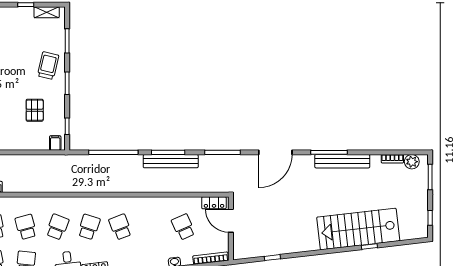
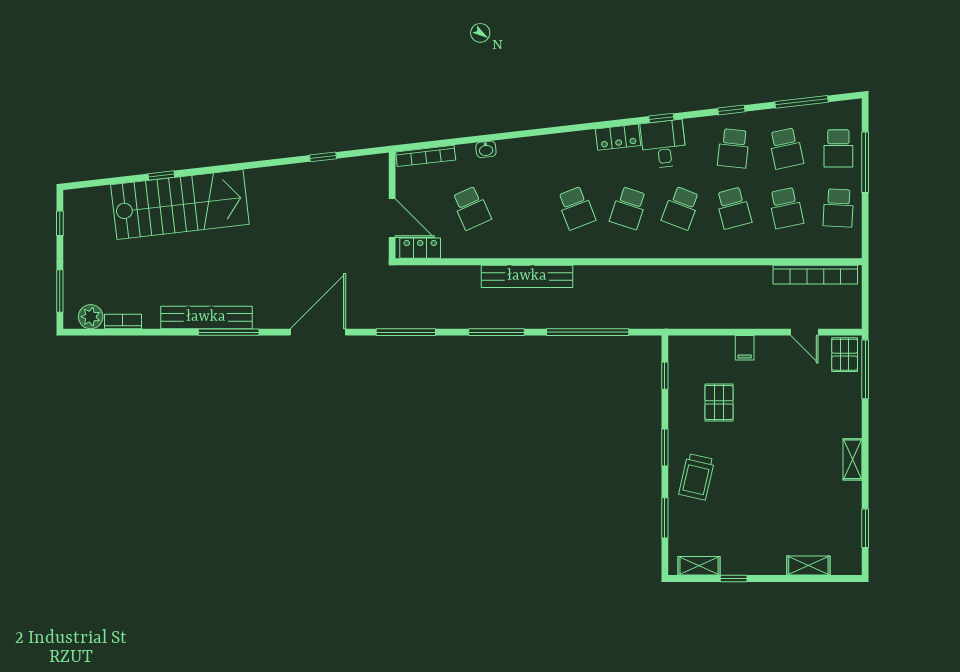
filing cabinet: (55, 143) -> (745, 348), moved
bench: (171, 161) -> (527, 276), moved

